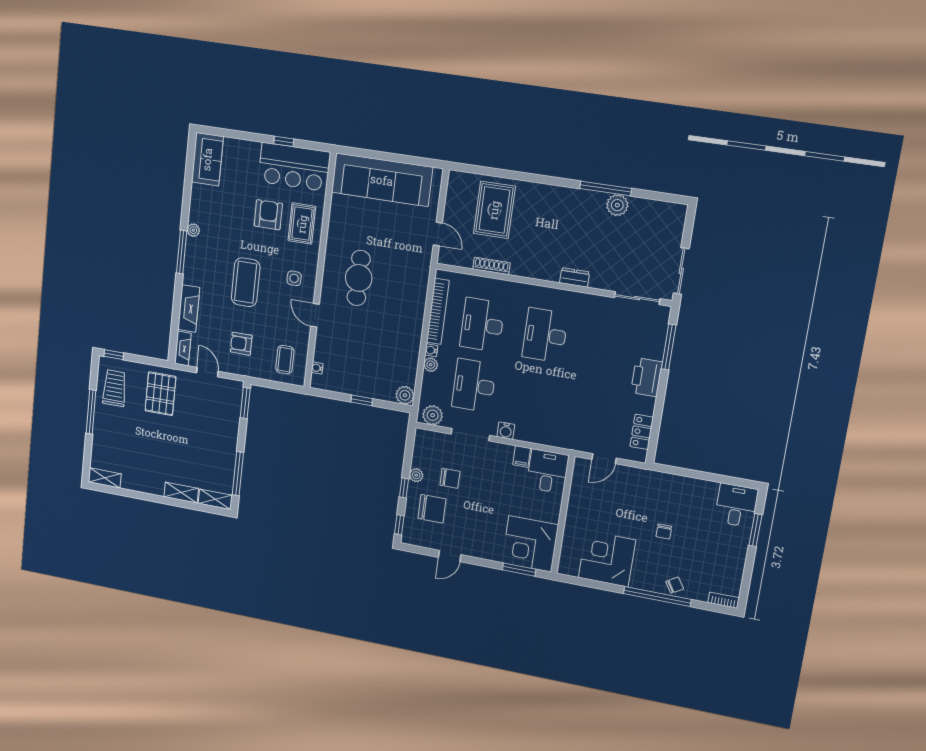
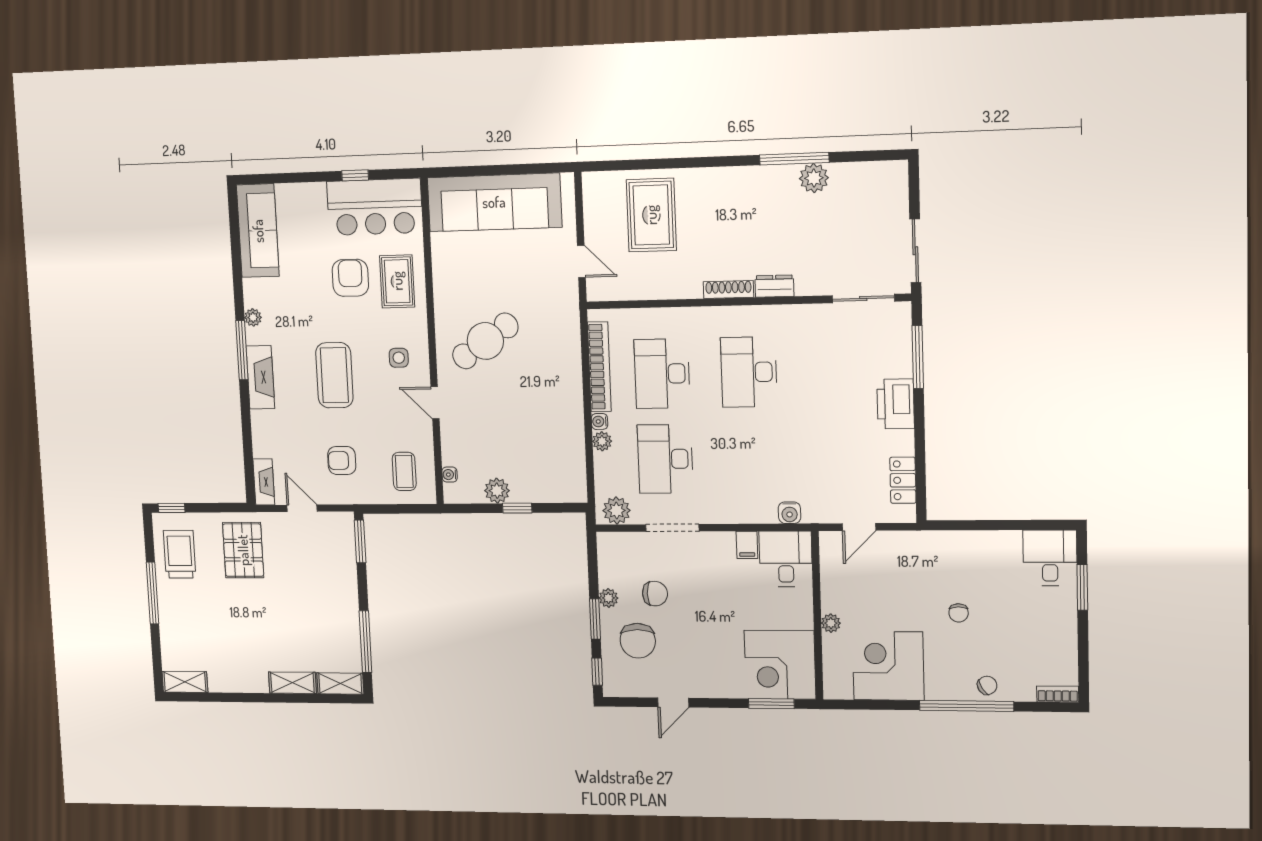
sofa: (207, 159) -> (258, 231), width x1.36
shoe rack: (491, 266) -> (728, 290), moved
cafe table: (359, 278) -> (485, 341), turned 56
fireplace: (189, 309) -> (260, 377), moved
plant: (405, 395) -> (497, 491), moved
water cooler: (506, 431) -> (790, 513), moved
window: (404, 488) -> (595, 619), width x1.50
chair: (432, 509) -> (638, 641), turned 90
plant: (572, 522) -> (831, 623), added

